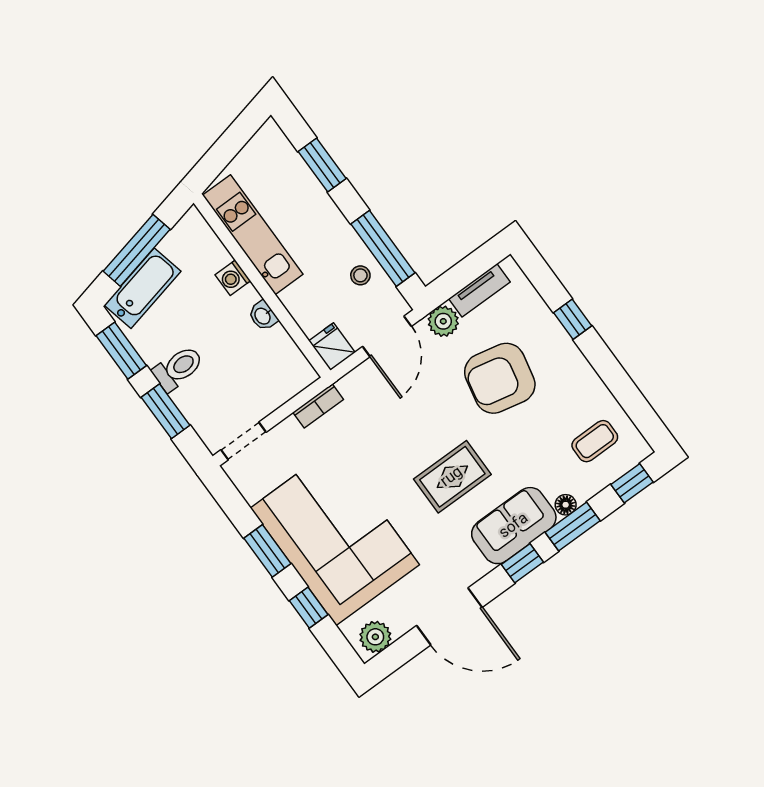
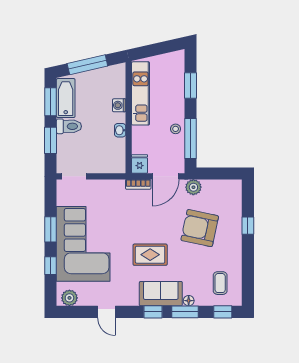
stool: (360, 275) -> (176, 129), moved
bathtub: (143, 288) -> (66, 98), moved, turned -77
tv unit: (479, 290) -> (218, 185), removed
bookcase: (318, 406) -> (138, 184), moved
coffee table: (595, 441) -> (220, 283), turned 90
door: (449, 616) -> (106, 312), width x0.53

